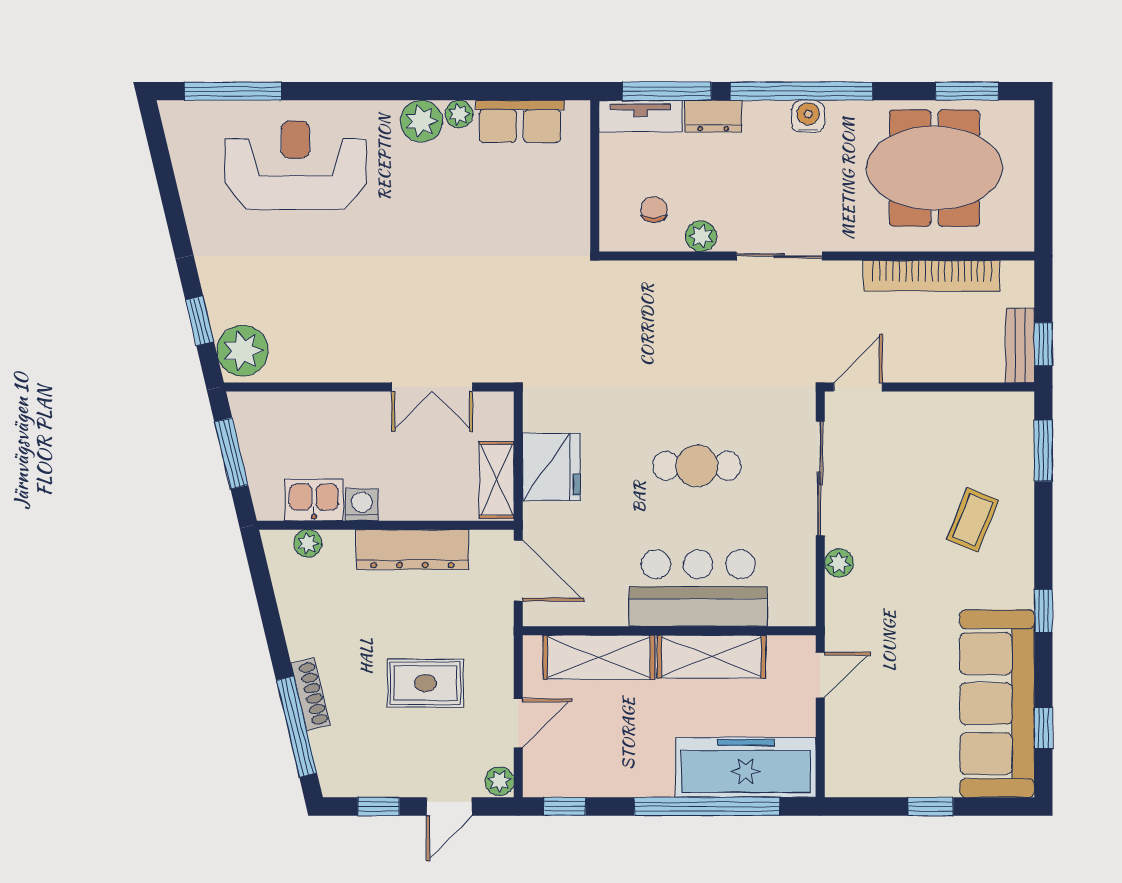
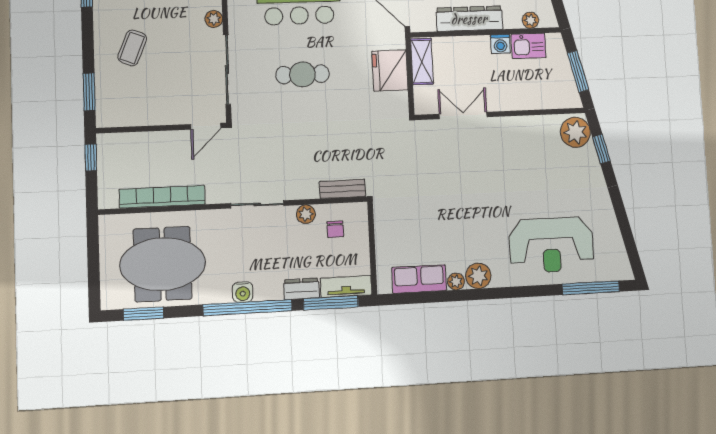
bench: (1020, 345) -> (342, 189), moved, turned 90

